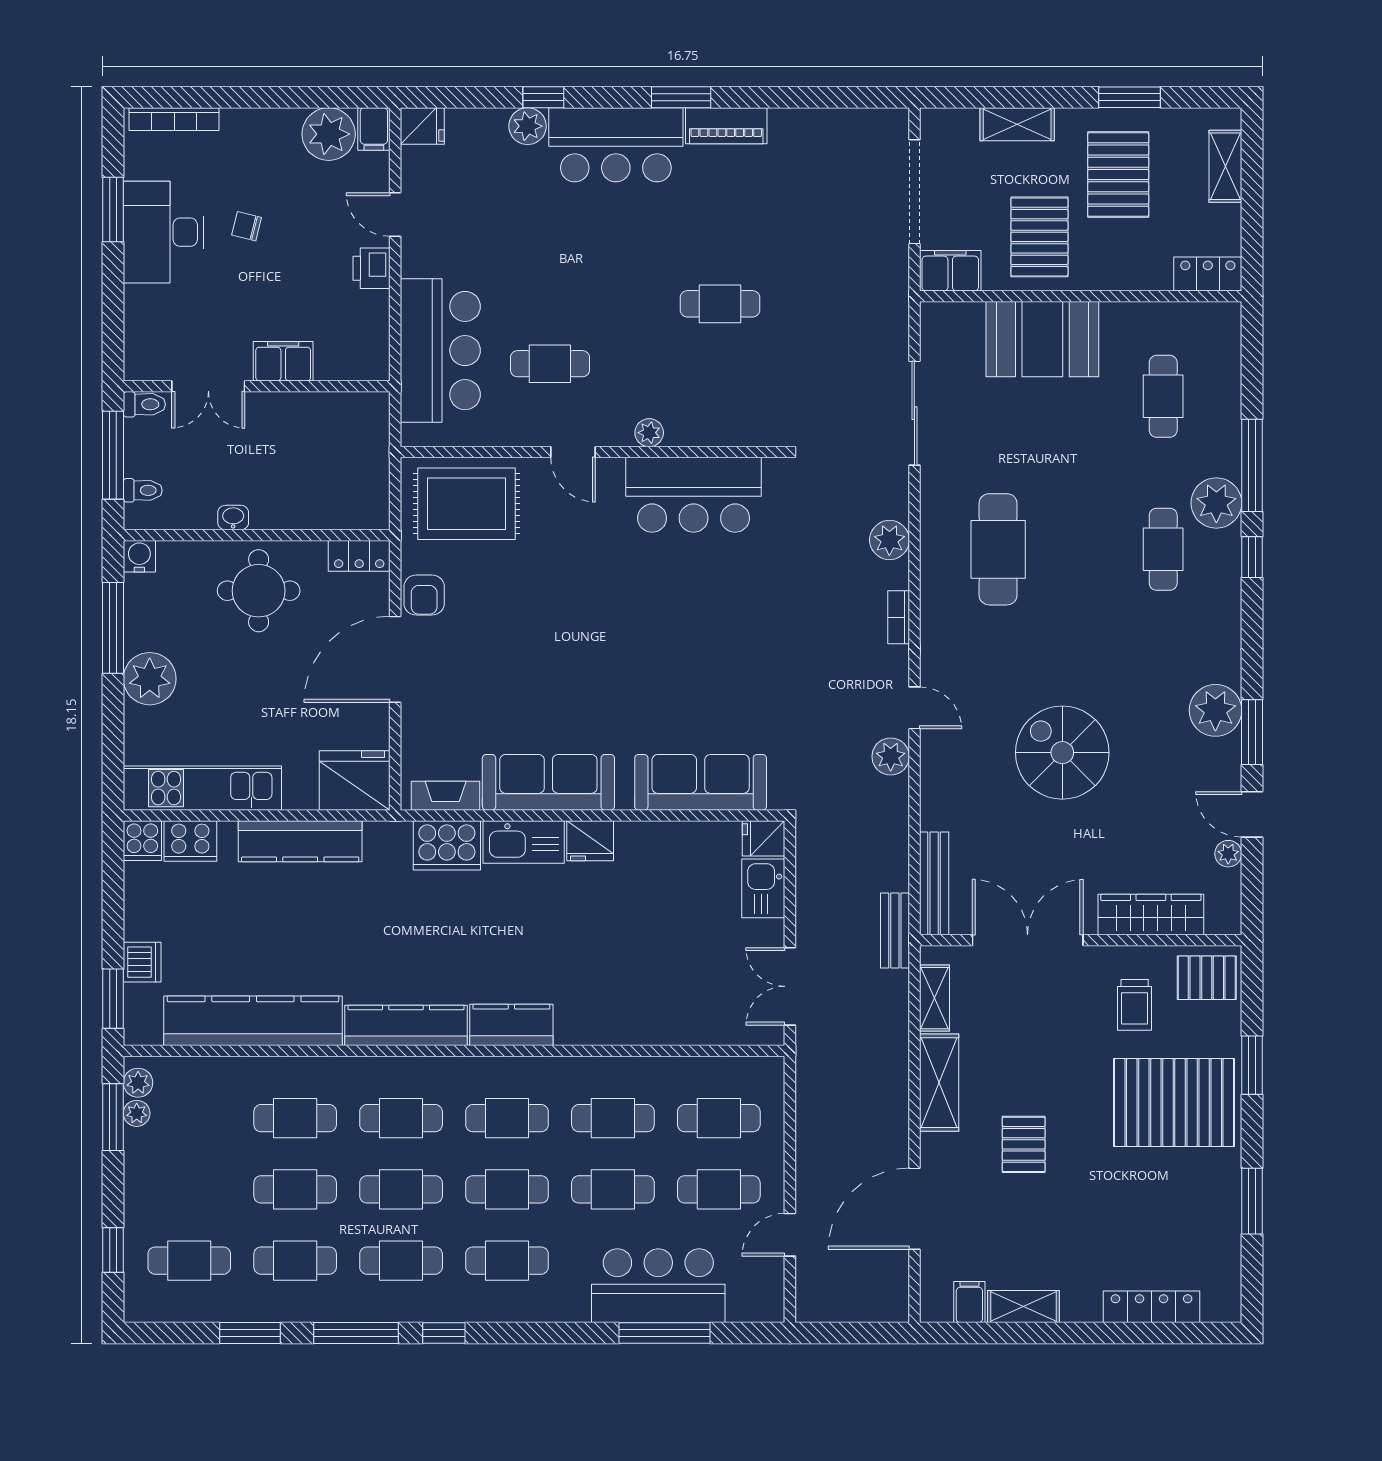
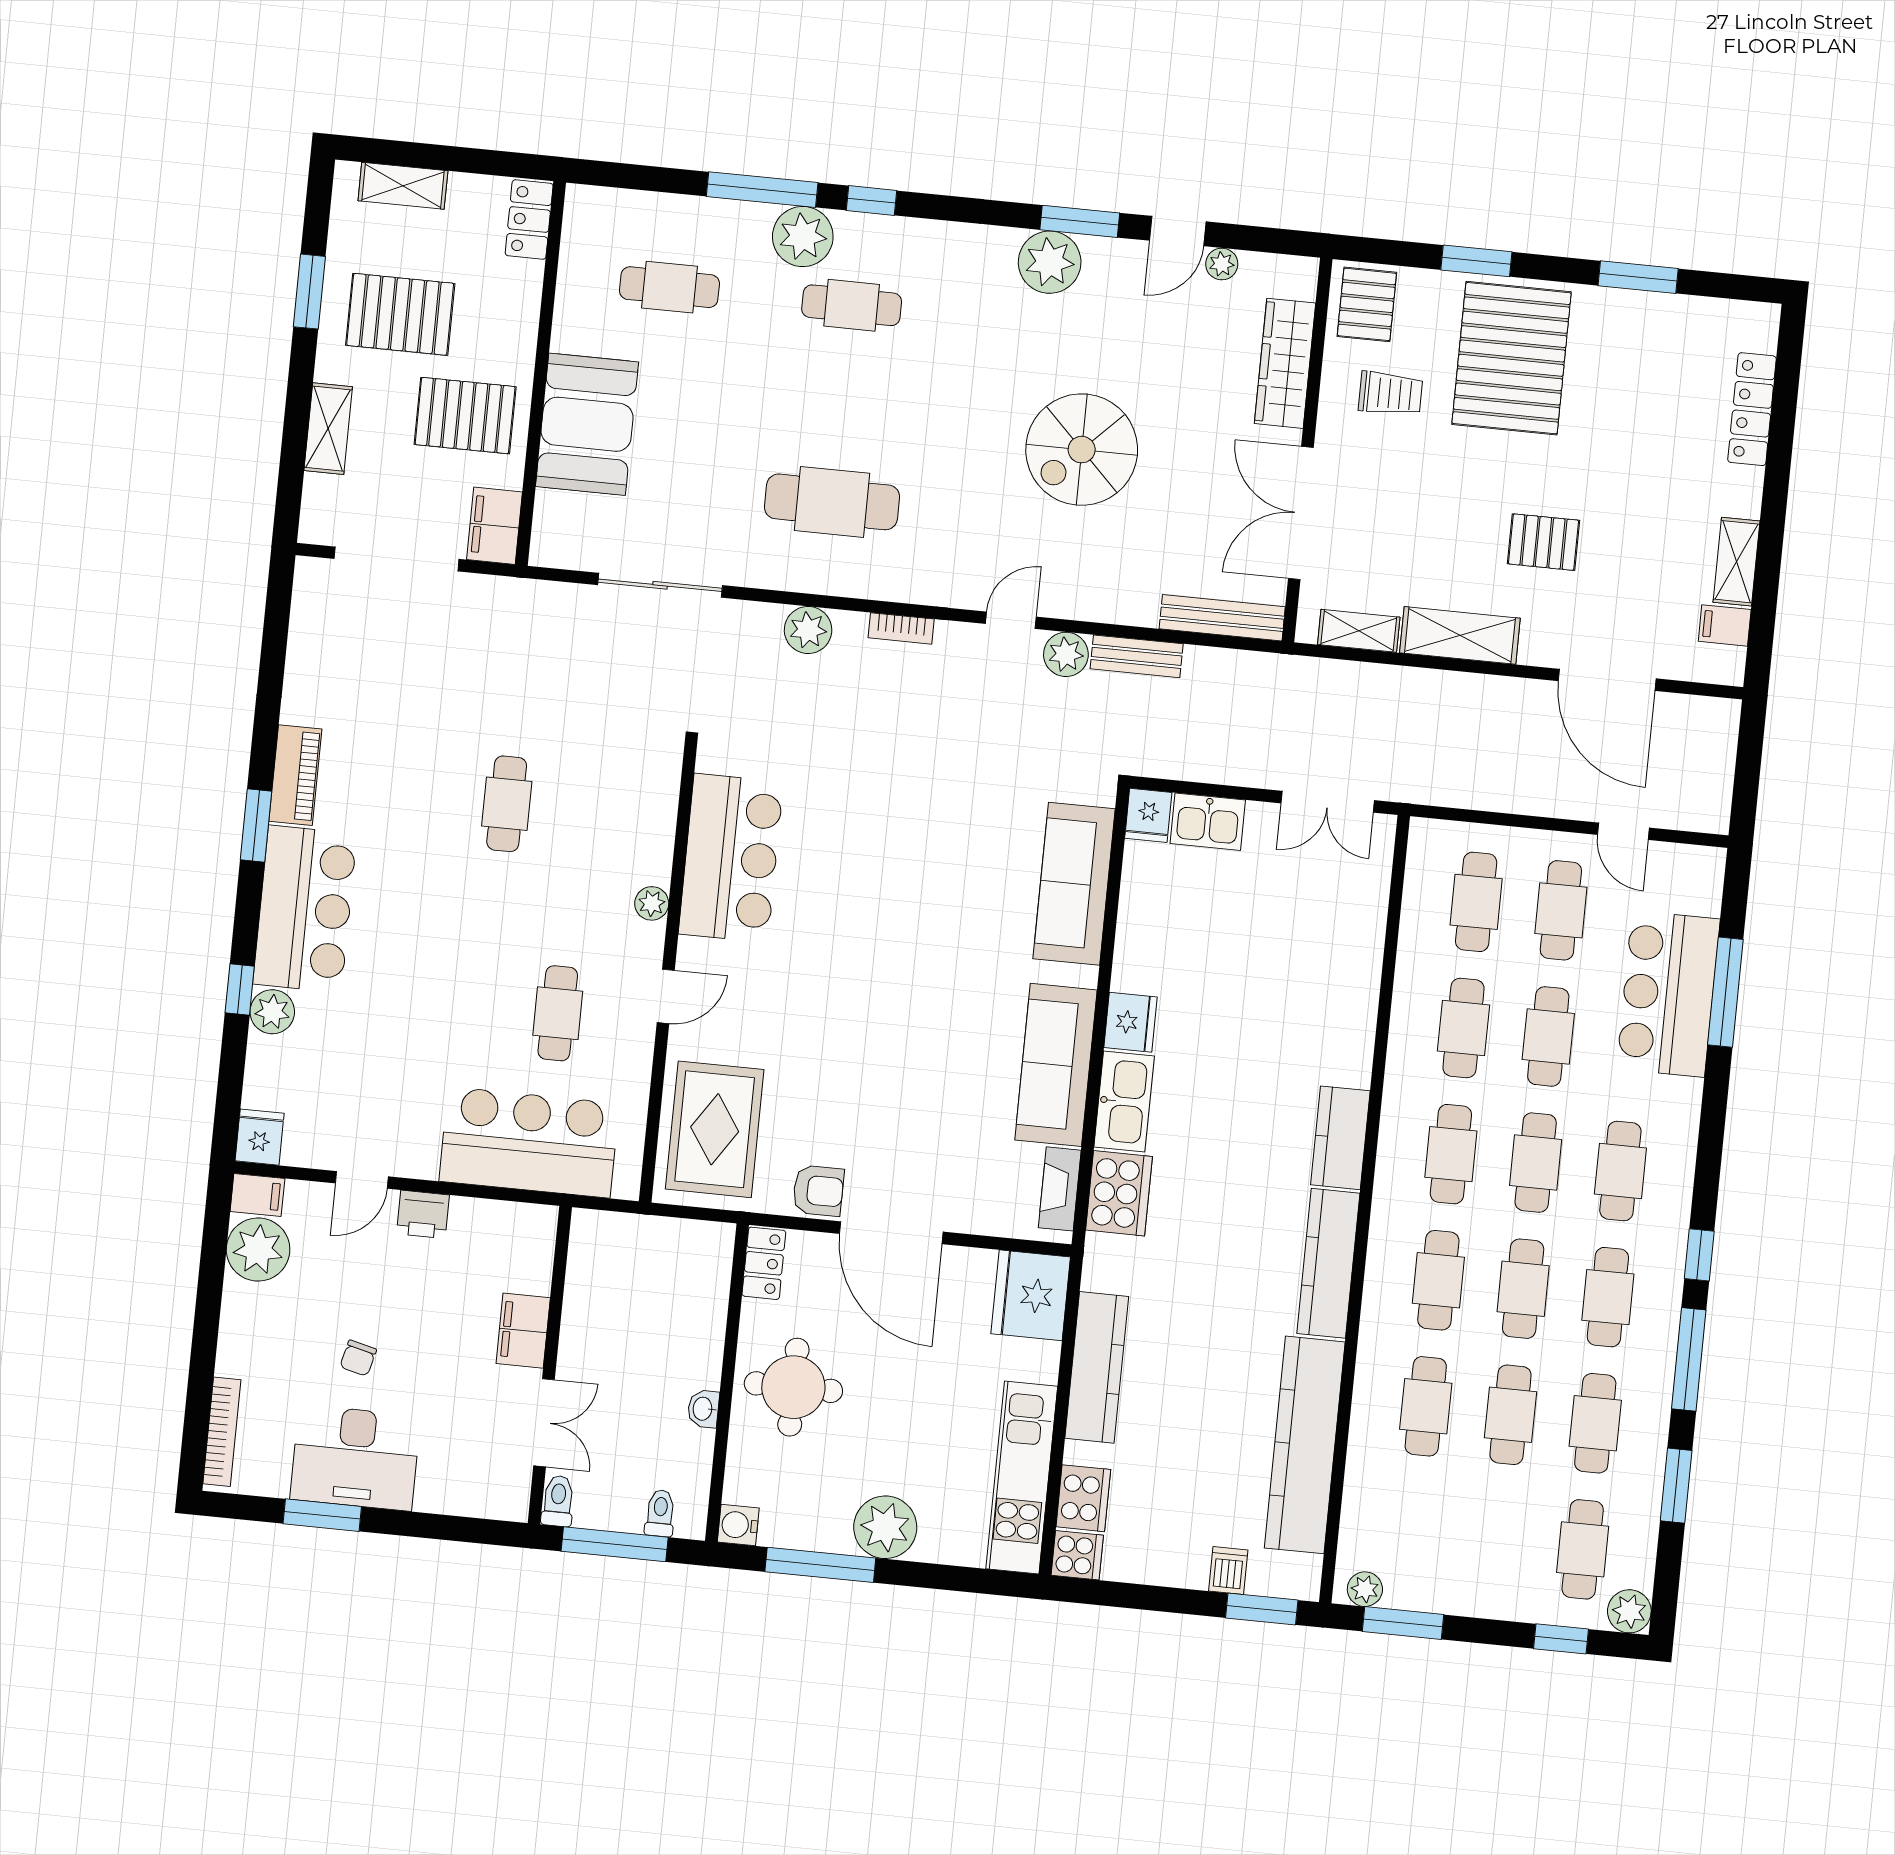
bench: (895, 931) -> (1137, 656), moved
dishwasher: (142, 962) -> (1228, 1571), width x0.73
plant: (137, 1113) -> (1629, 1611), moved, width x1.38, depth x1.38

